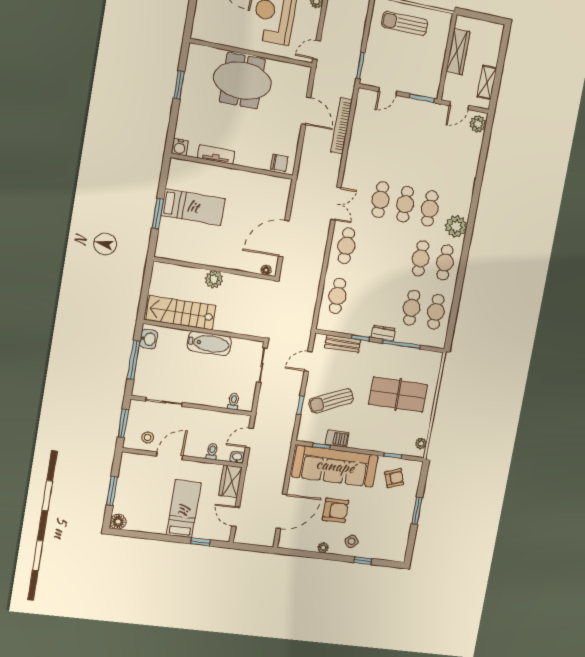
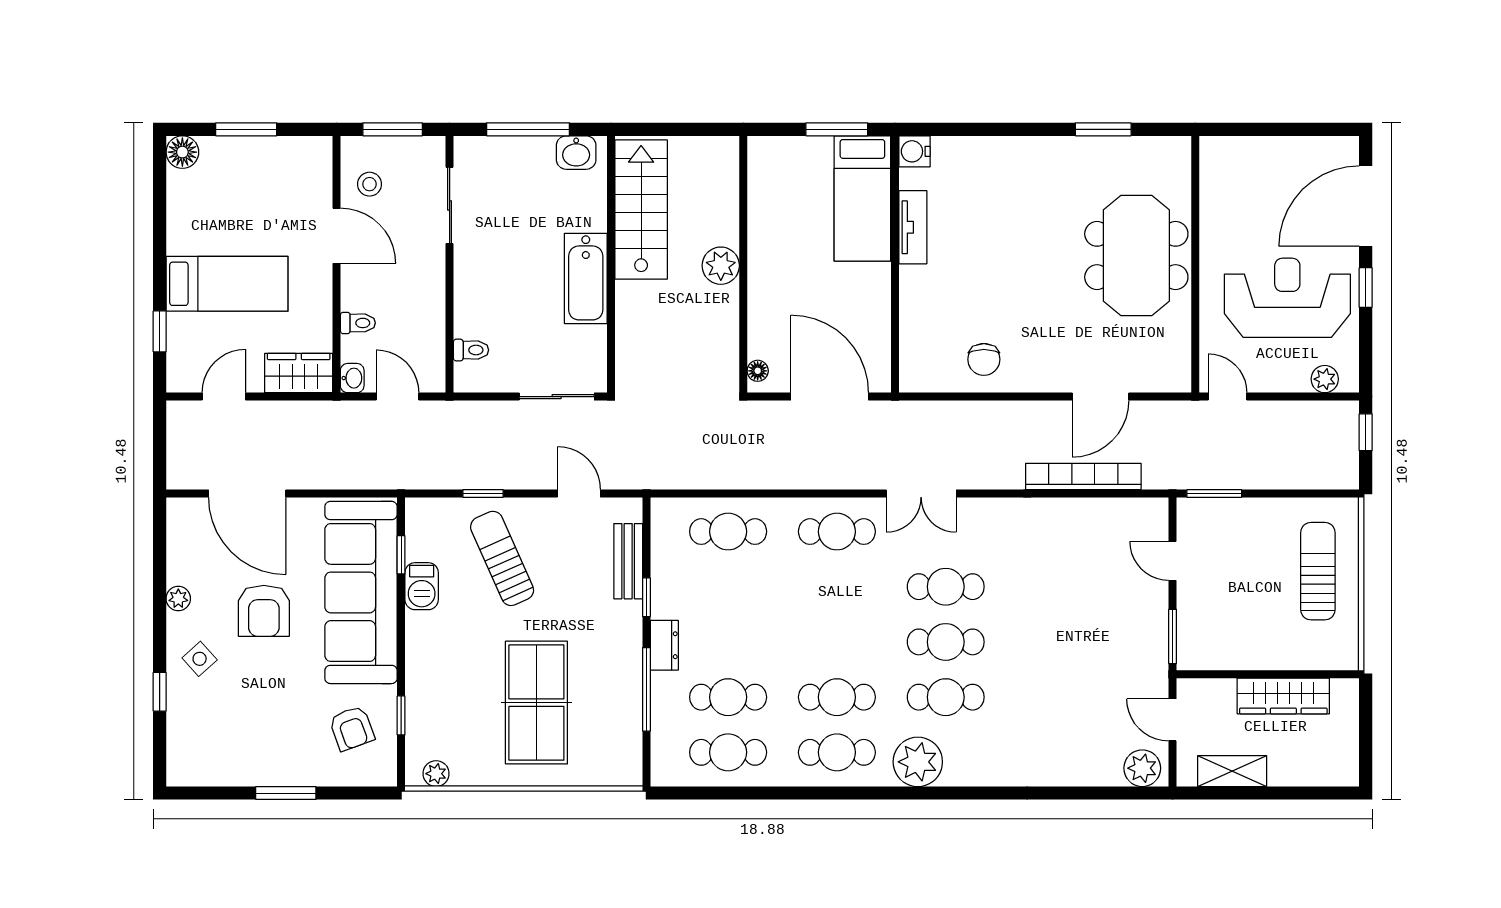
water cooler: (180, 147) -> (914, 151), moved
tv unit: (216, 155) -> (913, 227), moved
wall: (232, 166) -> (895, 264), moved

